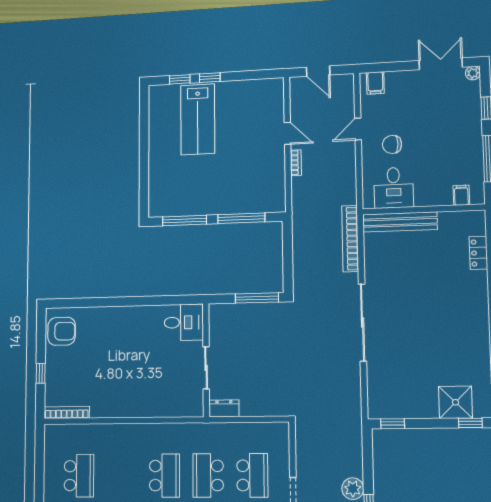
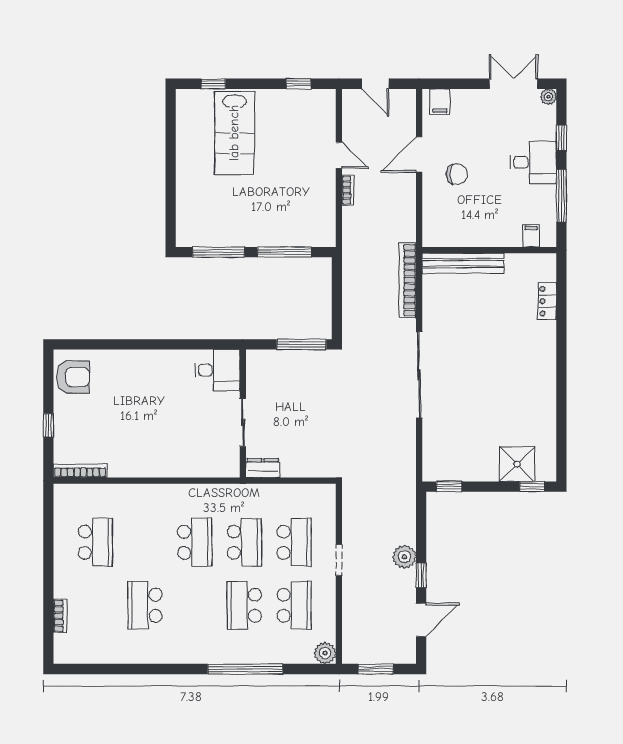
window: (210, 78) -> (299, 84), moved
door: (358, 129) -> (419, 154), width x1.38
chair: (392, 144) -> (457, 174), turned 180
desk: (394, 188) -> (533, 162), moved, turned -90
school desk: (208, 475) -> (244, 542), turned 180

